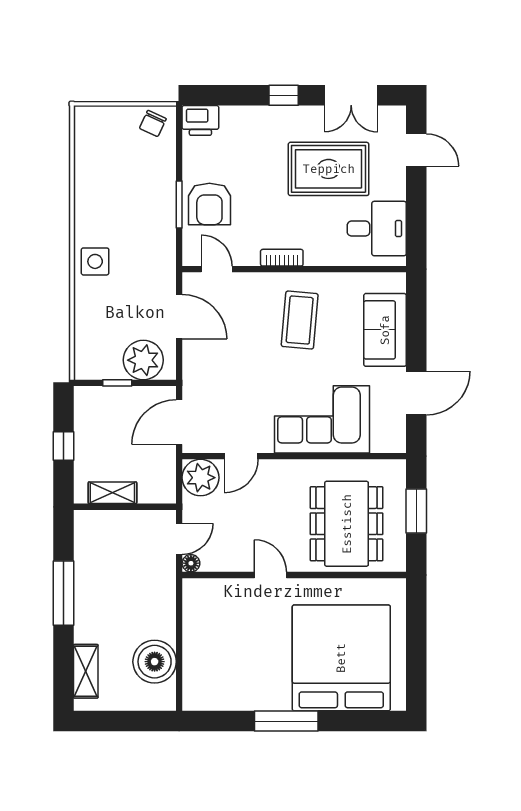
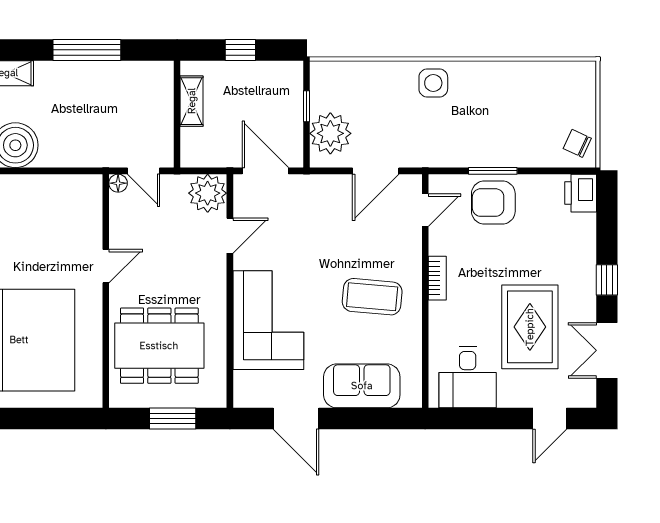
door: (241, 456) -> (230, 236), swing flipped

